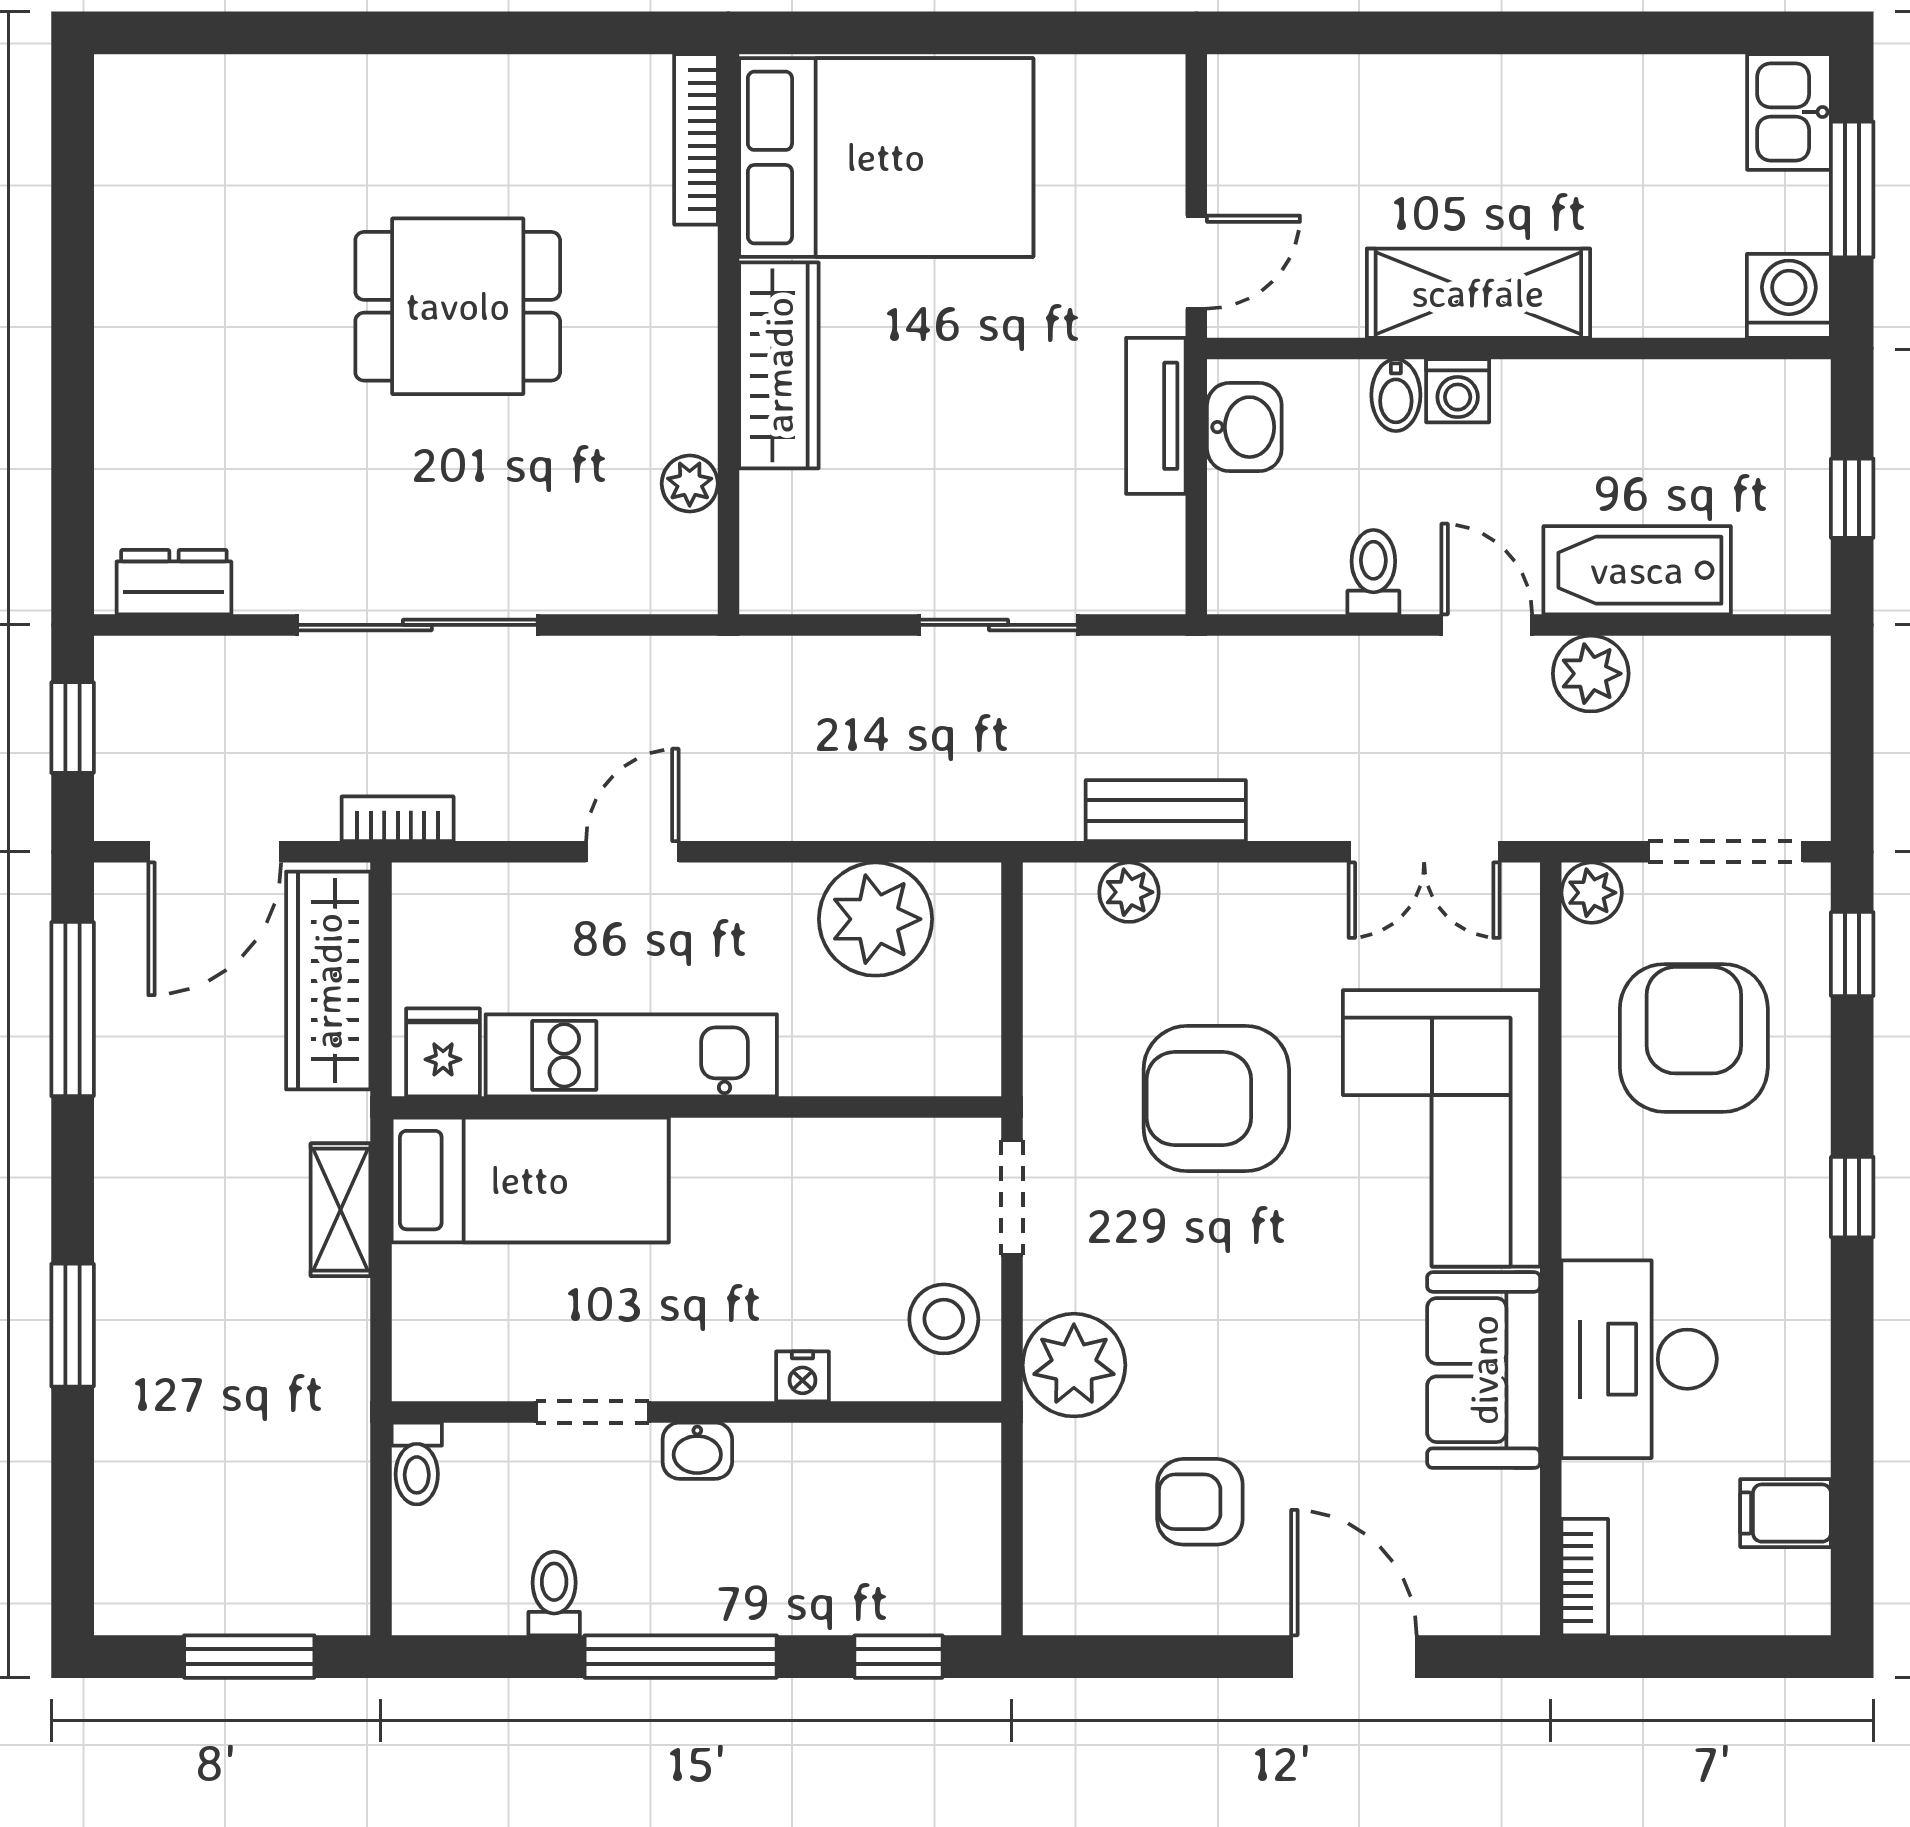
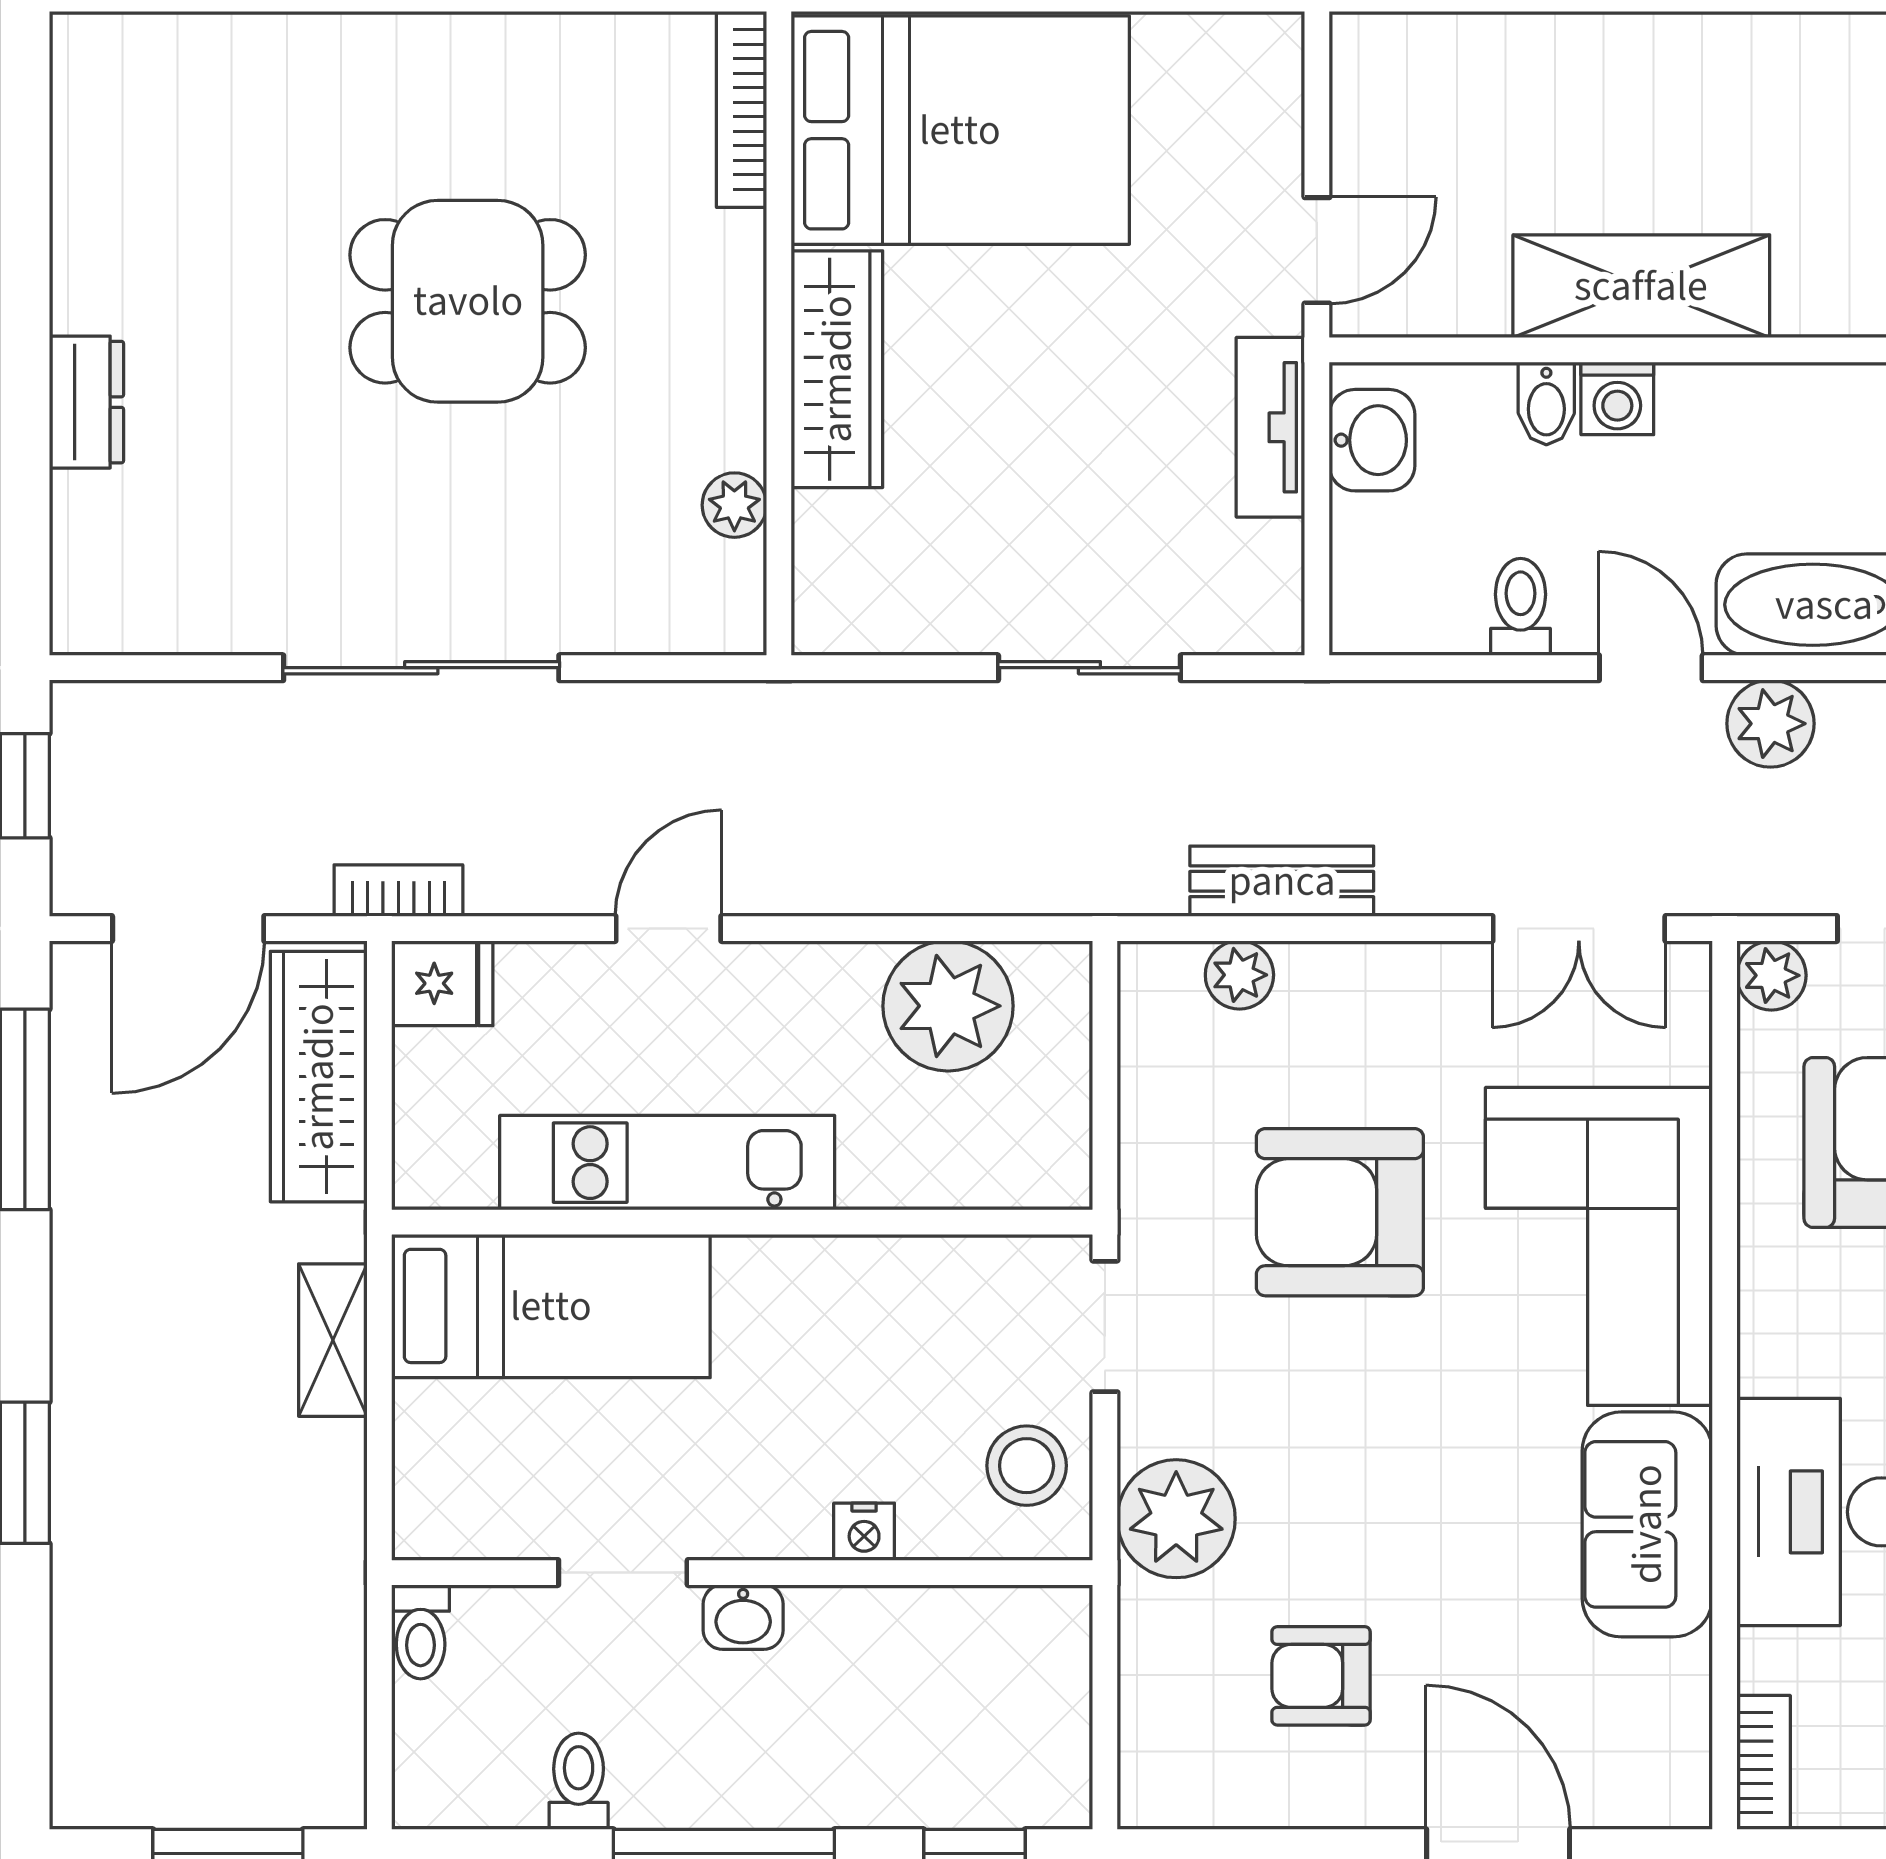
dresser: (174, 582) -> (86, 402), moved, turned 90
fridge: (443, 1052) -> (442, 983), moved, turned 90

